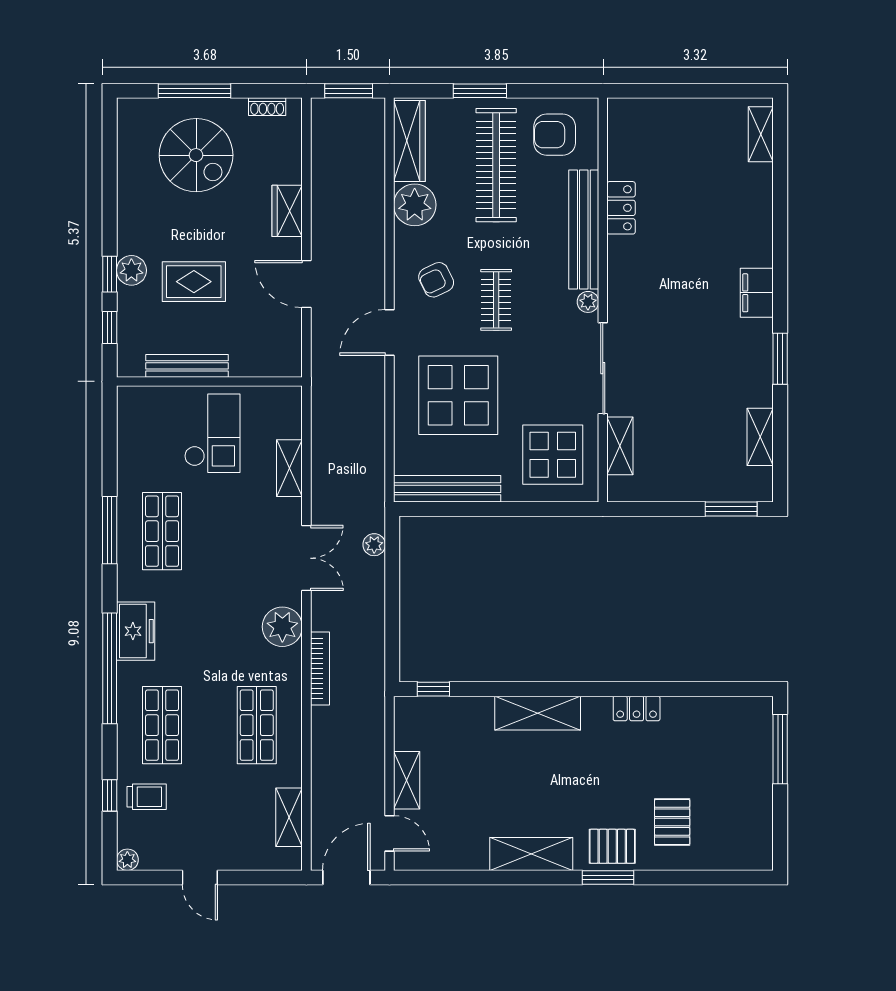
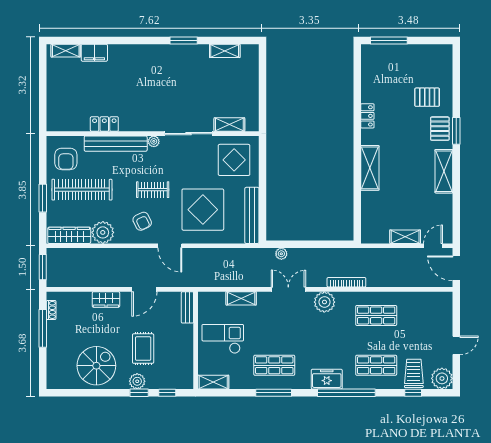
window: (195, 91) -> (43, 328), moved
spiral stairs: (196, 155) -> (96, 366), moved
filing cabinet: (757, 293) -> (94, 53), moved
bench: (187, 366) -> (187, 307), moved, width x0.73
window: (731, 509) -> (263, 66), removed
window: (433, 689) -> (357, 223), removed
trolley: (147, 797) -> (414, 373), width x1.36, depth x1.39
shelving: (289, 817) -> (213, 382), moved
plant: (127, 860) -> (442, 378), width x1.88, depth x1.88

